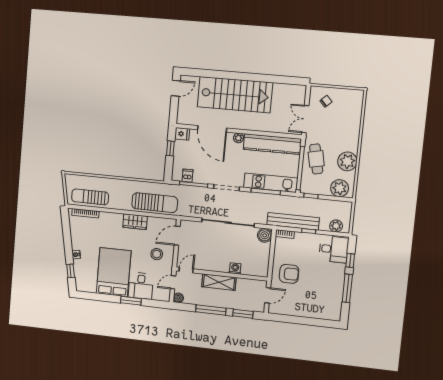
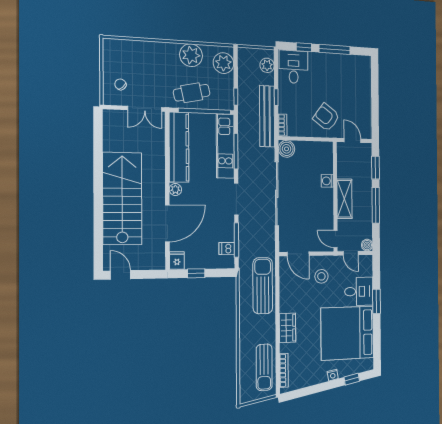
wardrobe: (135, 222) -> (287, 328), moved
bed: (114, 272) -> (347, 333), width x1.36
armchair: (289, 274) -> (326, 117), turned -53

